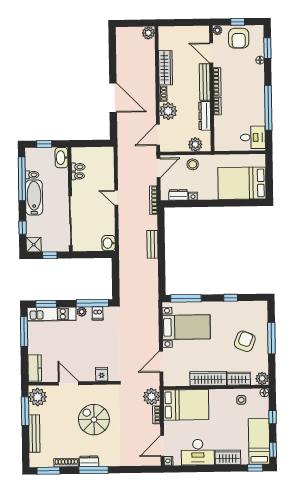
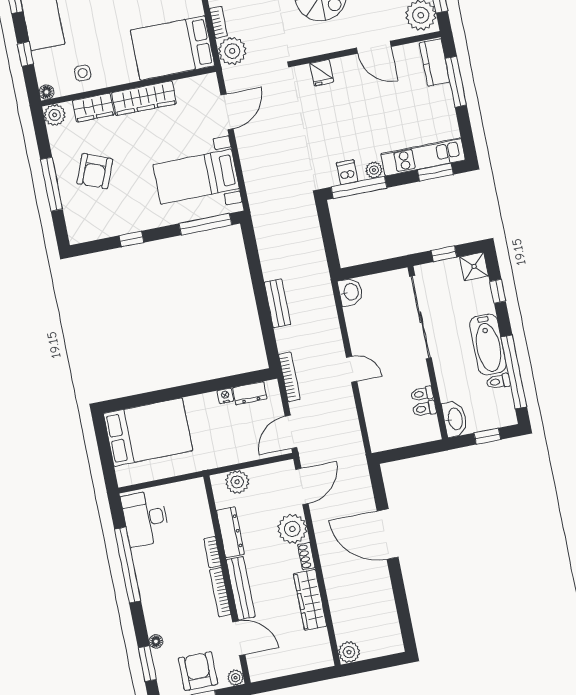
desk: (253, 137) -> (145, 518), width x1.37
stool: (193, 164) -> (235, 448), removed
window: (24, 332) -> (456, 82), moved

